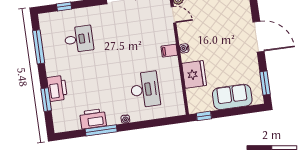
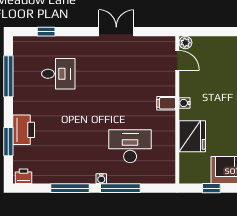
desk: (145, 89) -> (130, 146), turned -90
window: (204, 116) -> (211, 188), moved
printer: (93, 119) -> (24, 176), moved, width x0.53, depth x0.68
window: (142, 125) -> (120, 188), added

